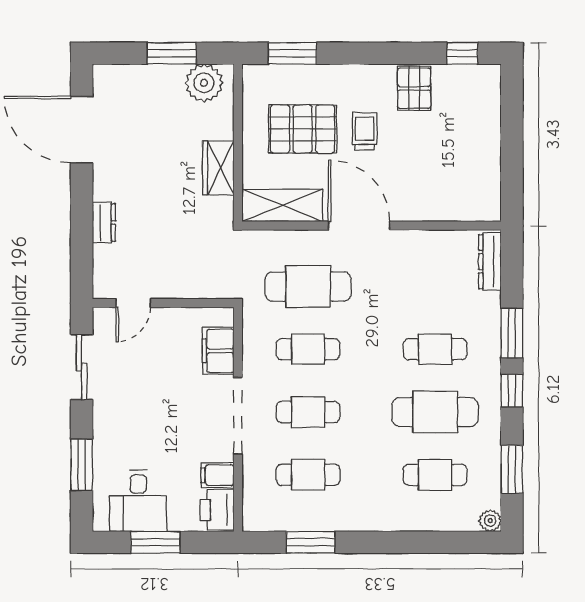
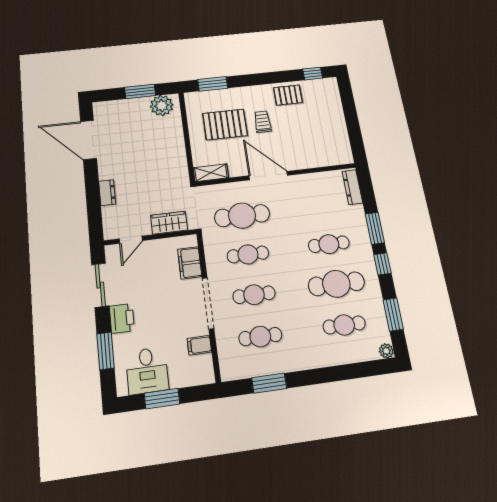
pallet: (414, 88) -> (288, 95), turned 90
wardrobe: (218, 168) -> (169, 223), moved, turned 90
shelving: (282, 205) -> (211, 173), width x0.67, depth x0.75
printer: (217, 510) -> (122, 318), moved, turned 180

